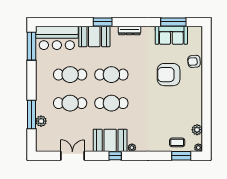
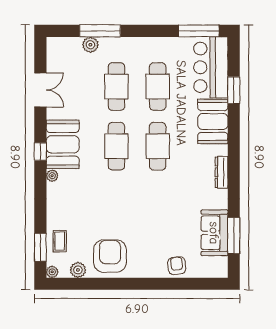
window: (103, 22) -> (234, 90), moved
armchair: (169, 75) -> (110, 256), moved

